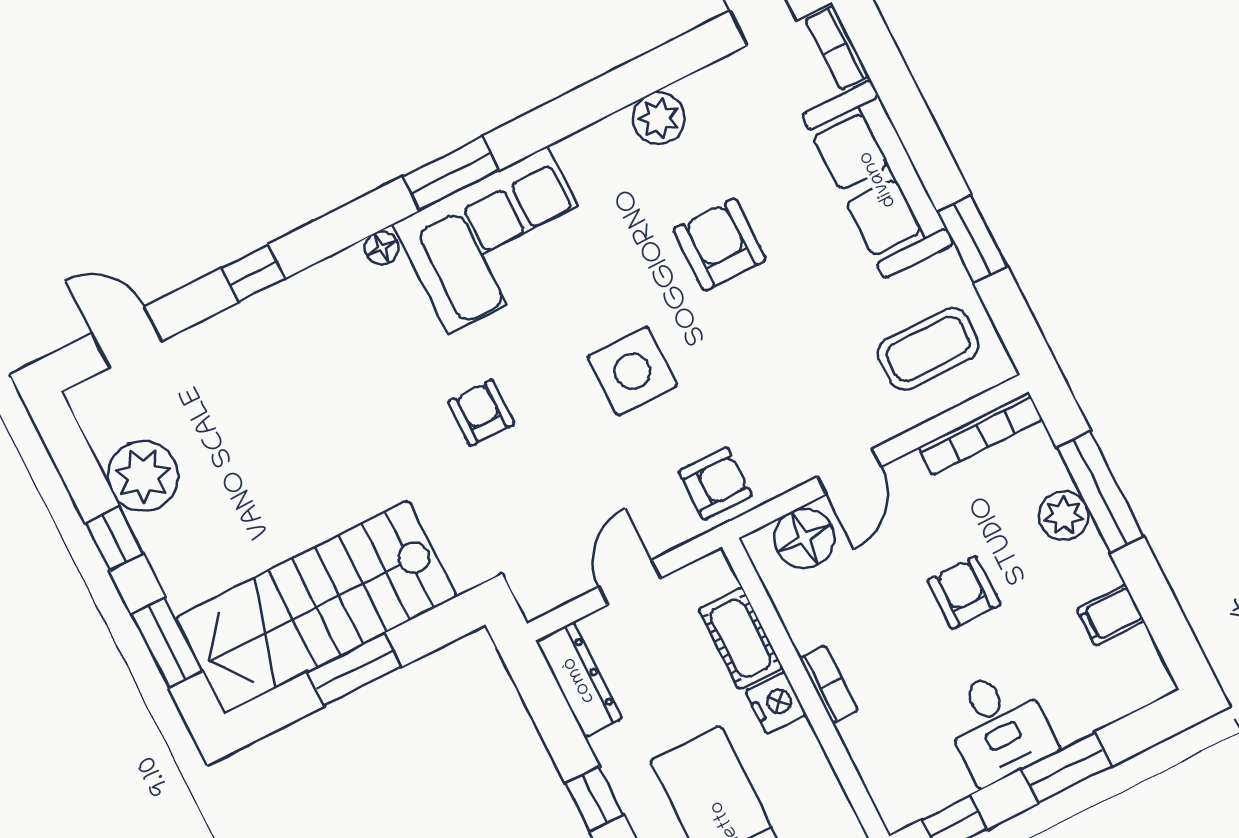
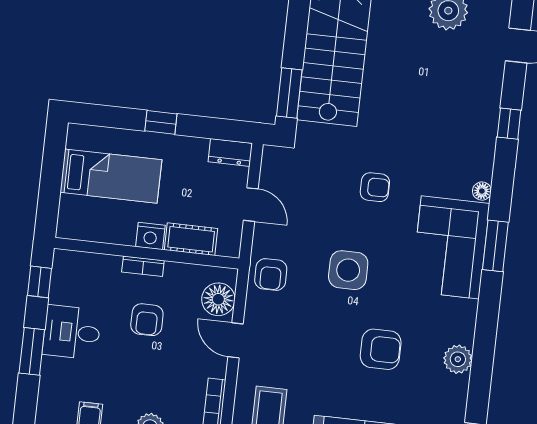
armchair: (964, 592) -> (147, 320), moved, turned 90
window: (354, 670) -> (289, 93), moved
dresser: (579, 680) -> (230, 152), width x0.70

